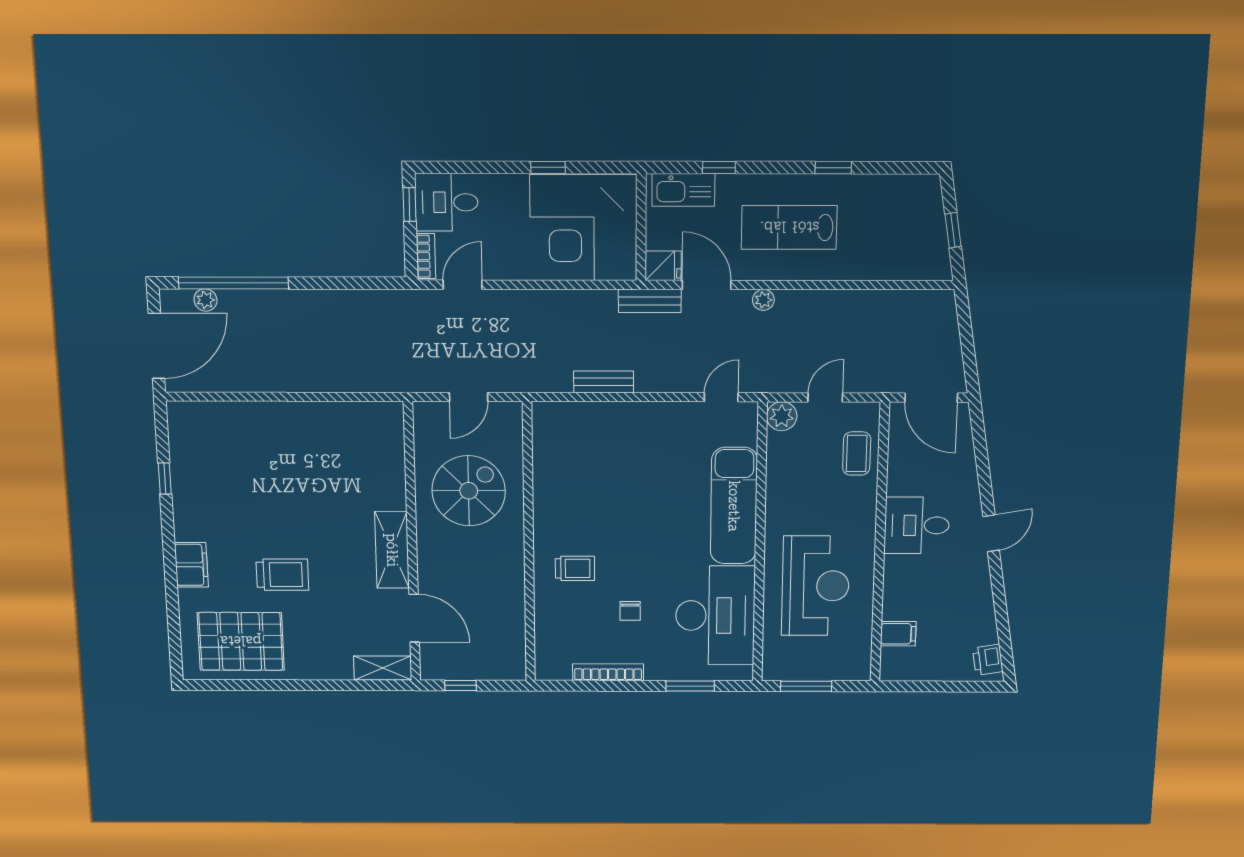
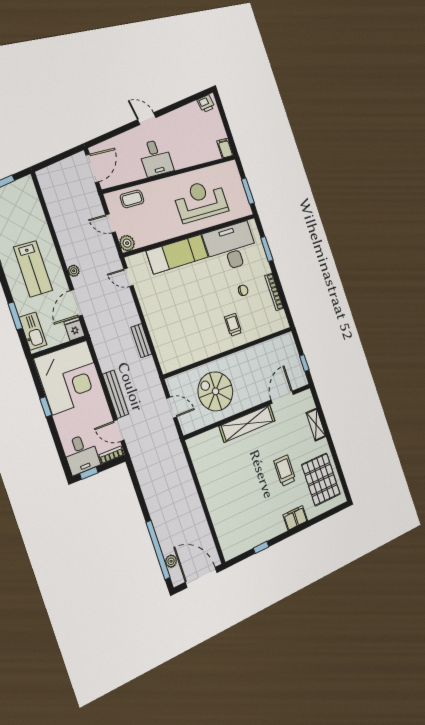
window: (719, 168) -> (15, 316), width x1.50
bench: (650, 301) -> (116, 394), moved, width x1.36
shelving: (392, 550) -> (247, 423), width x1.47
filing cabinet: (898, 634) -> (225, 148), moved
shelving: (383, 668) -> (316, 425), moved

